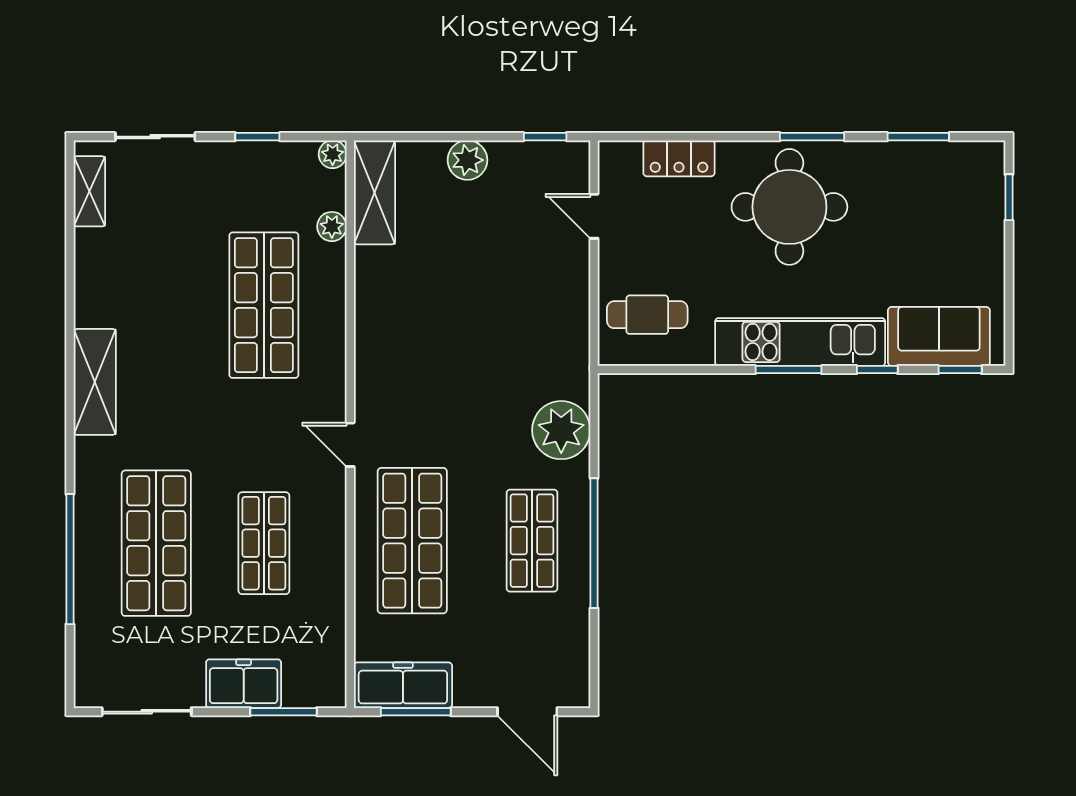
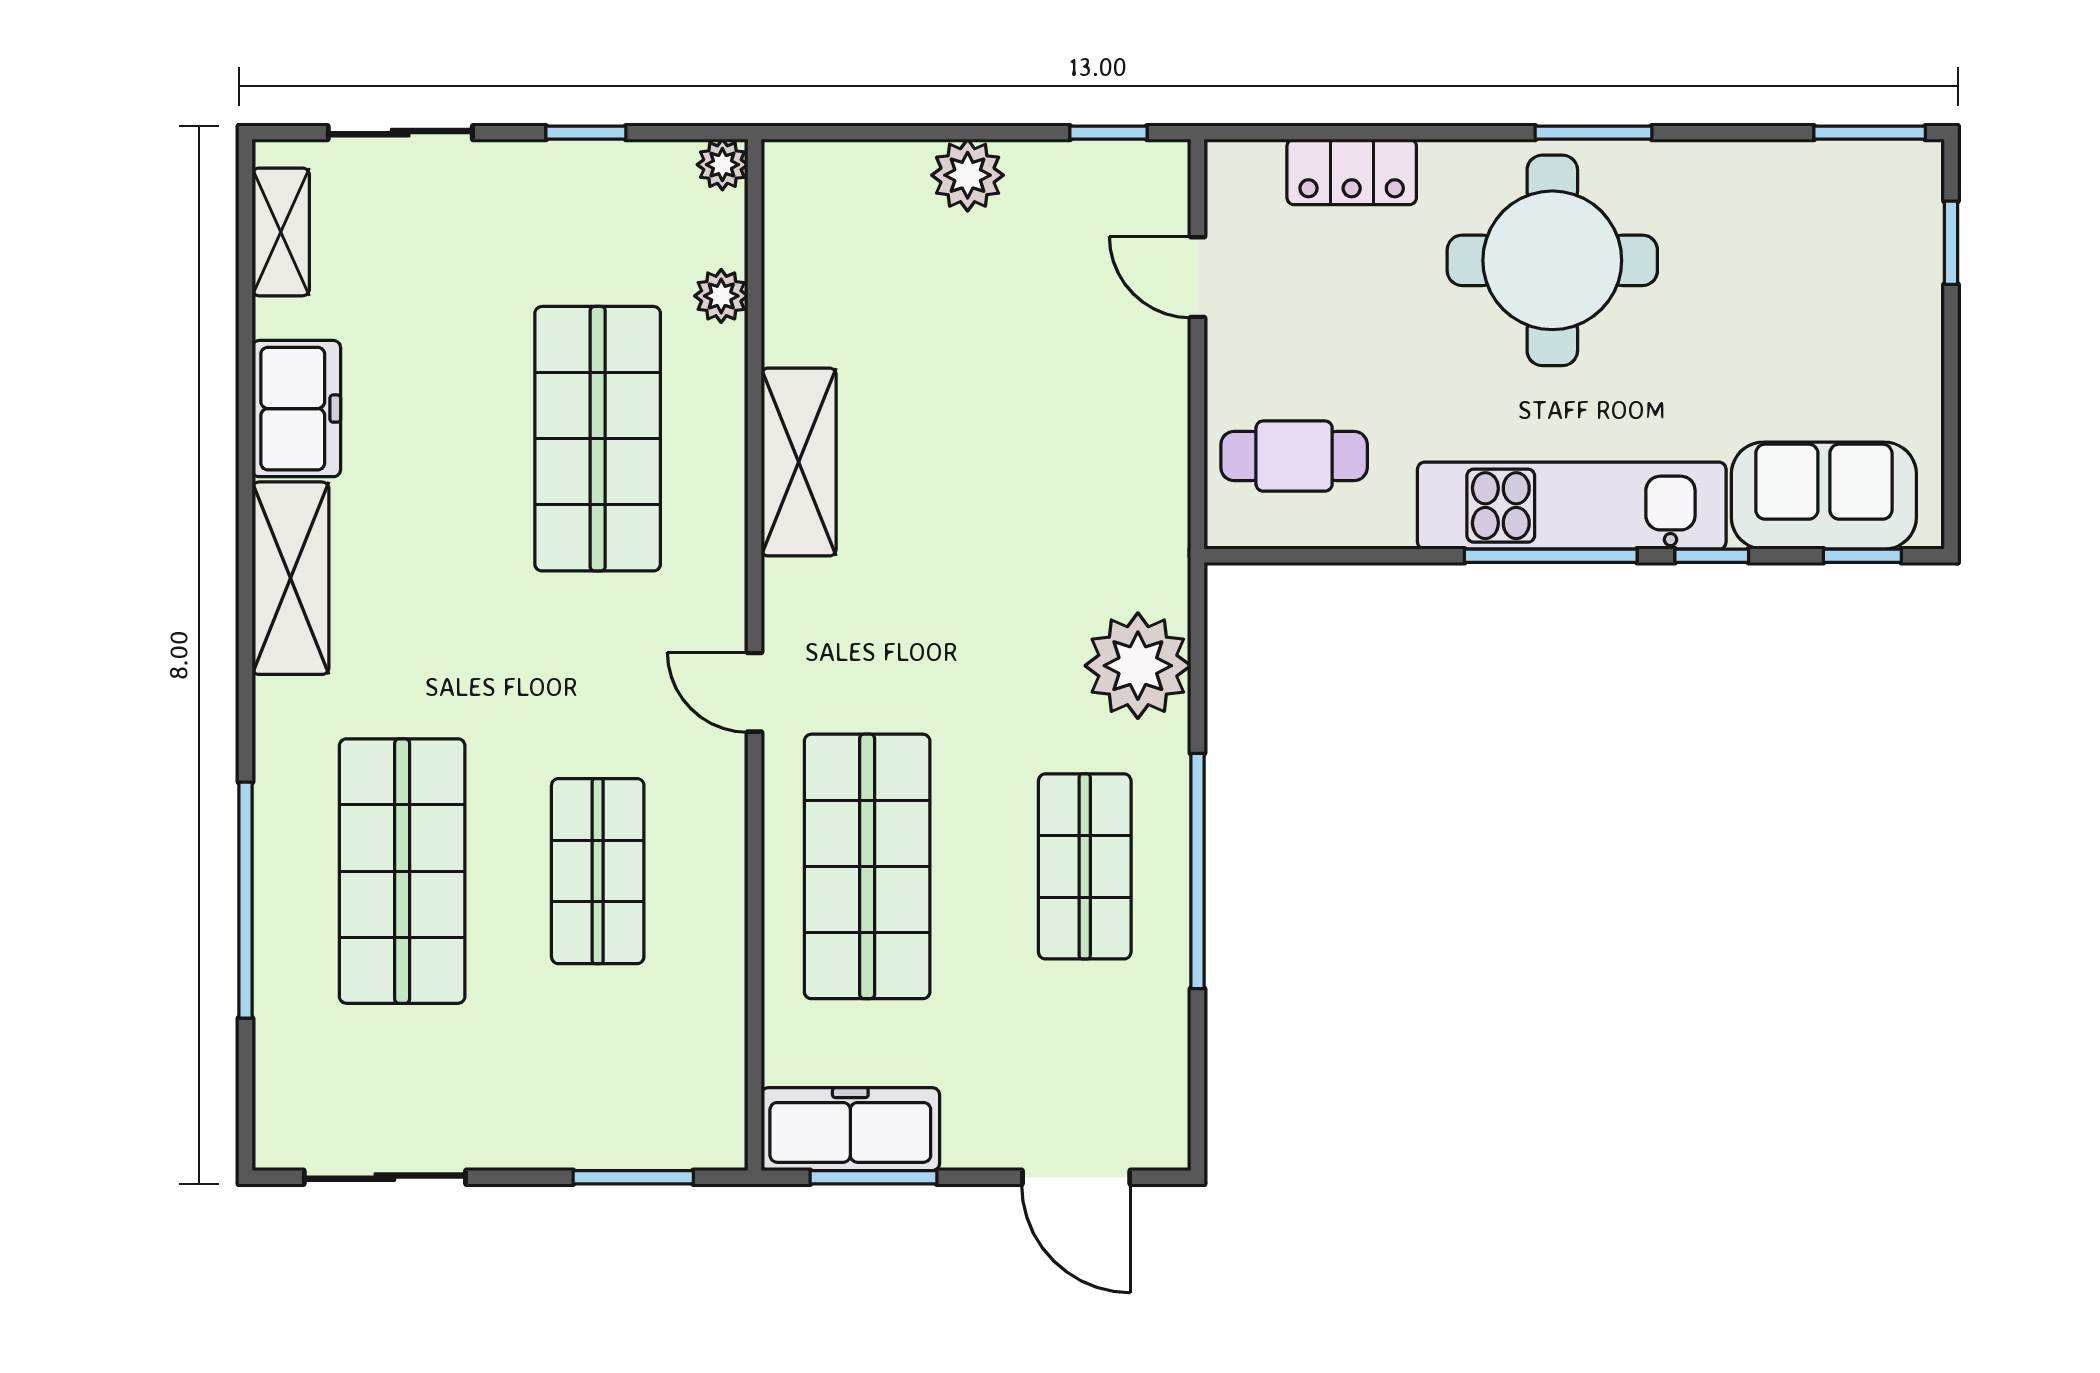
window: (918, 137) -> (1870, 133), moved
shelving: (374, 193) -> (799, 462), moved
window: (789, 370) -> (1551, 556), width x1.44
freezer: (244, 684) -> (296, 409), moved, turned 90

